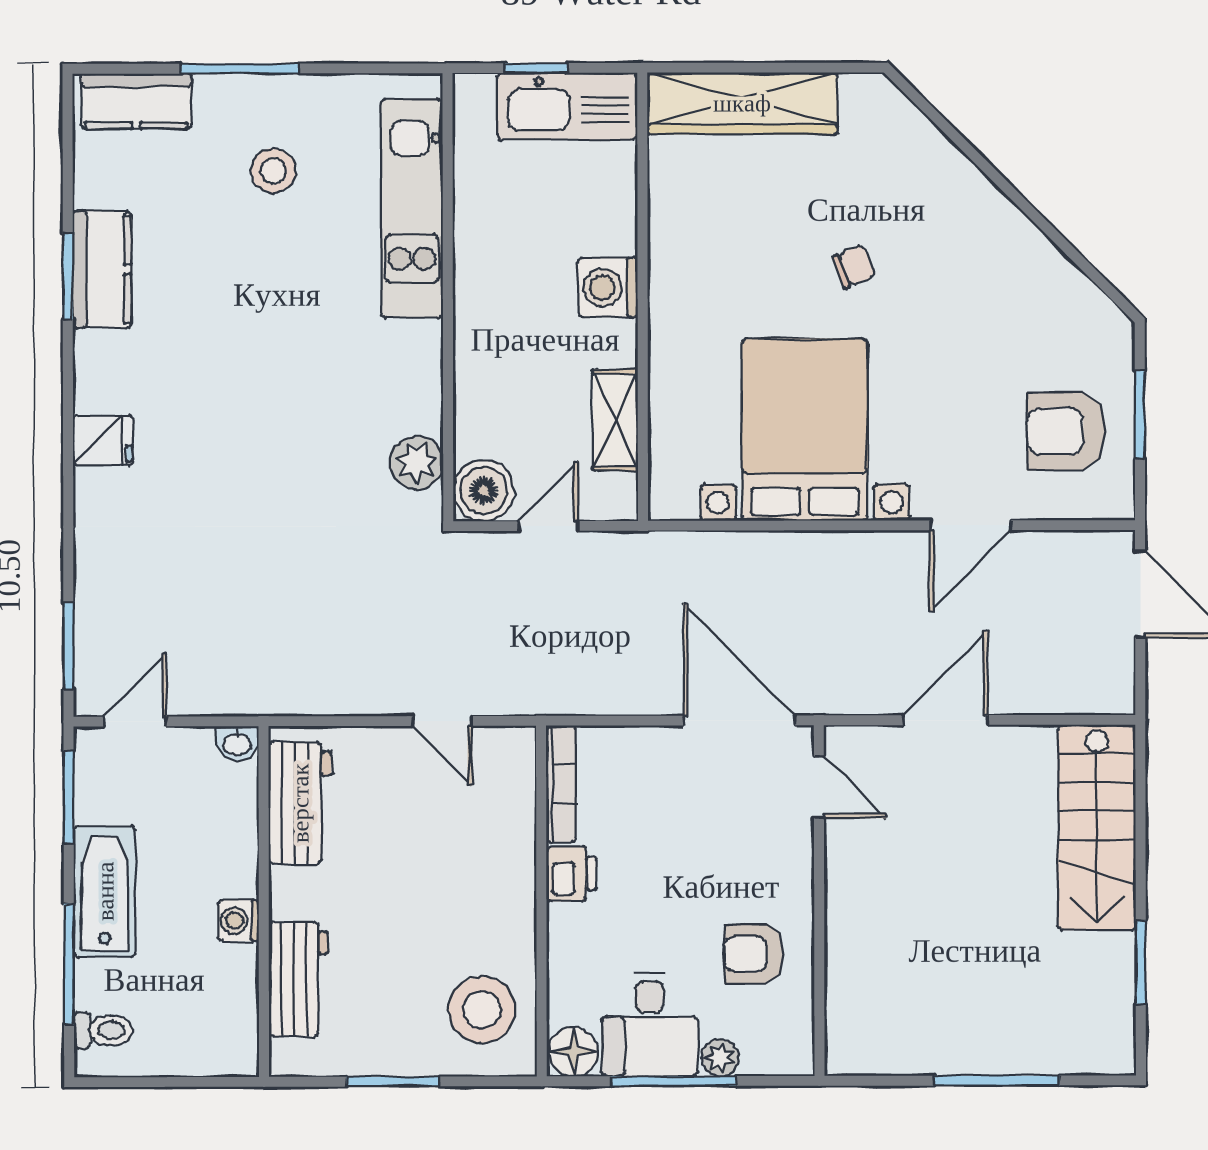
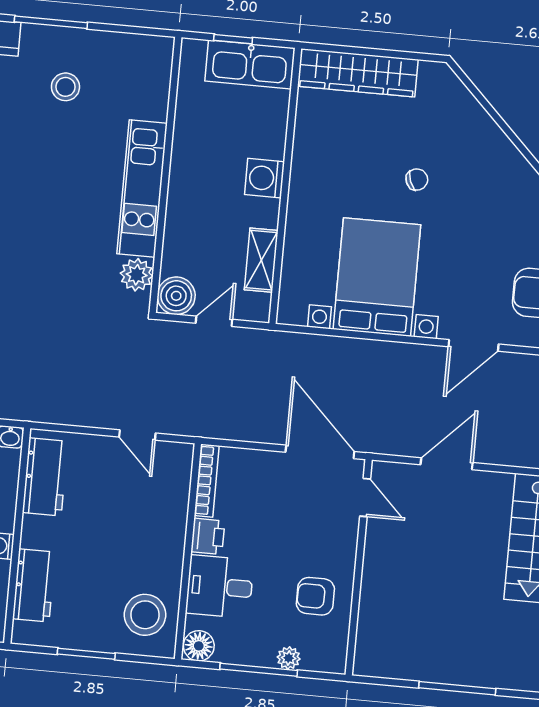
kitchen unit: (412, 208) -> (142, 188), moved
desk: (650, 1025) -> (220, 587), moved, turned 90

